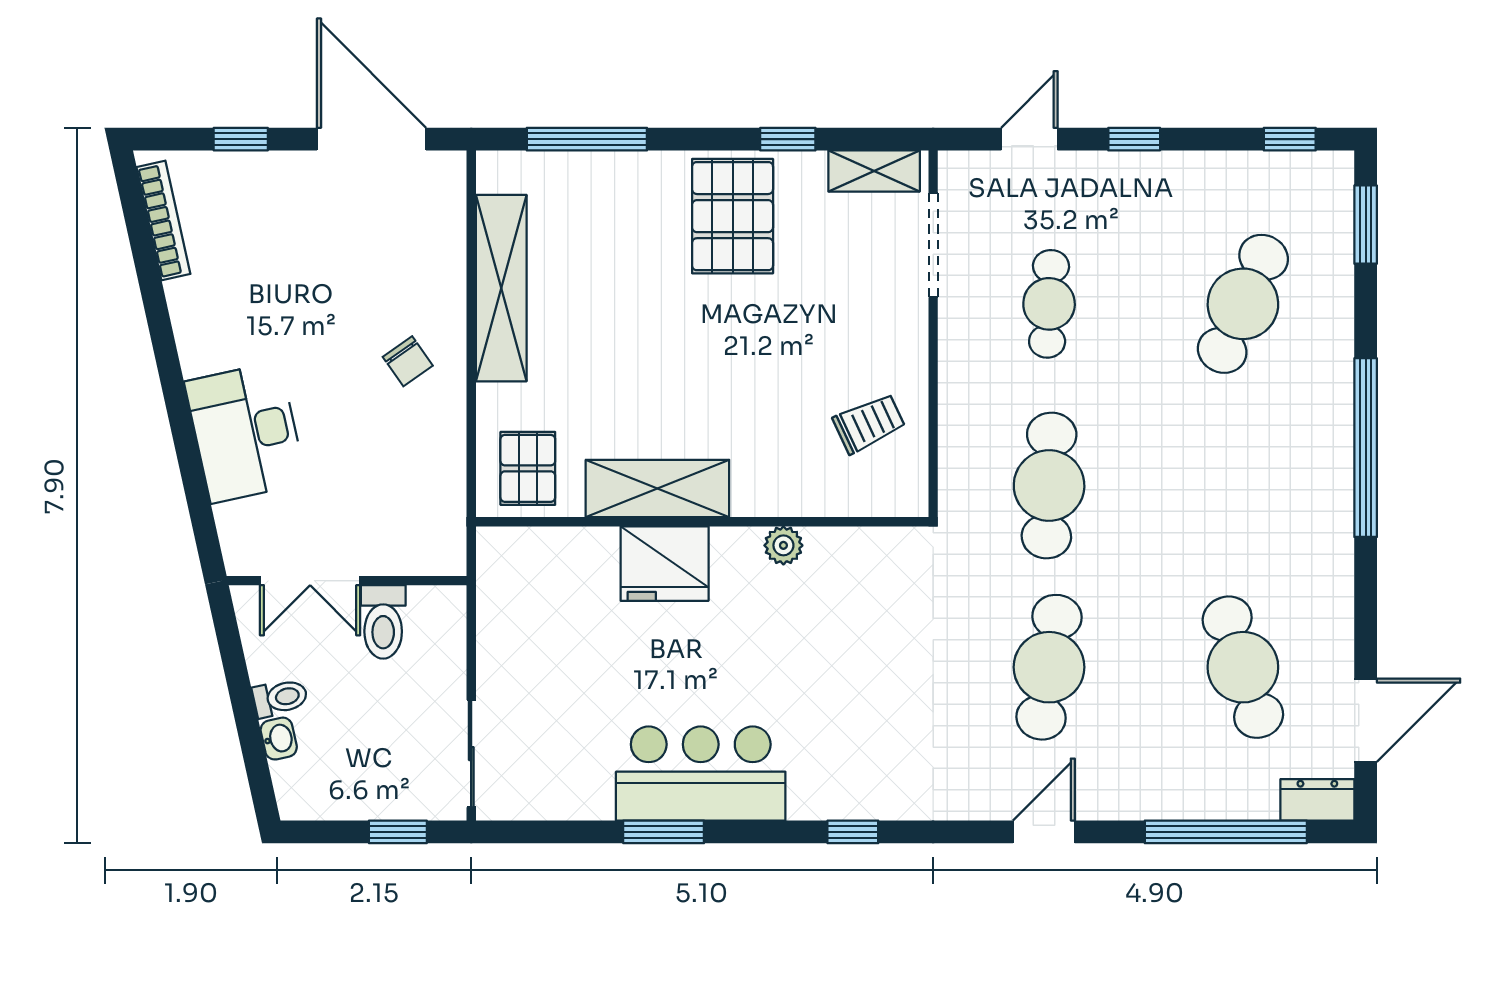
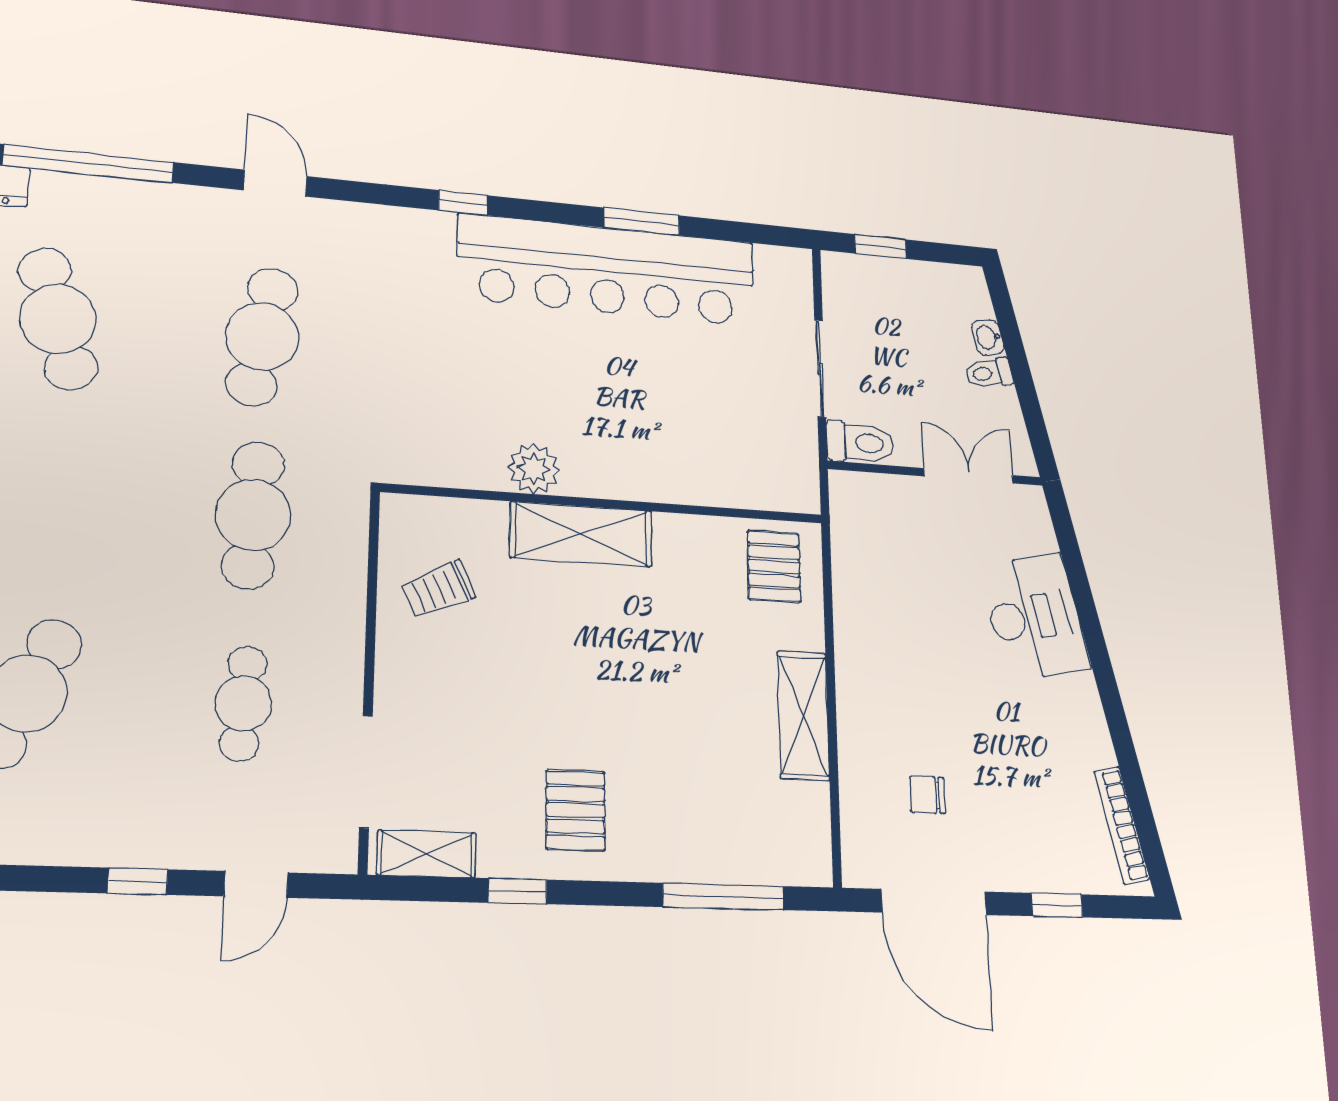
pallet: (733, 216) -> (576, 810), width x0.67, depth x0.71
shelving: (501, 288) -> (803, 715), width x0.68
chair: (408, 361) -> (927, 795), moved, turned -55
shelving: (657, 489) -> (581, 534), moved
plant: (783, 545) -> (534, 469), width x1.38, depth x1.38
fridge: (665, 564) -> (642, 466), removed
toilet: (383, 622) -> (860, 443), moved, turned 90
sliding door: (471, 754) -> (820, 369), moved
bar counter: (701, 774) -> (607, 270), width x1.86
door: (1044, 832) -> (275, 183), swing flipped

